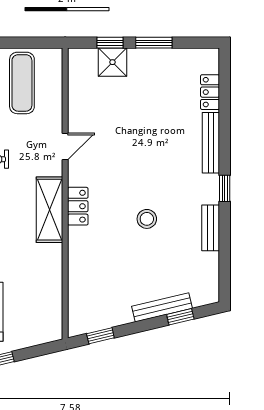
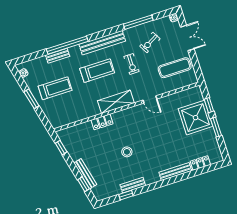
shower: (112, 62) -> (196, 118), width x1.86, depth x1.86
window: (225, 188) -> (126, 195), moved
locker: (78, 206) -> (102, 122), moved

